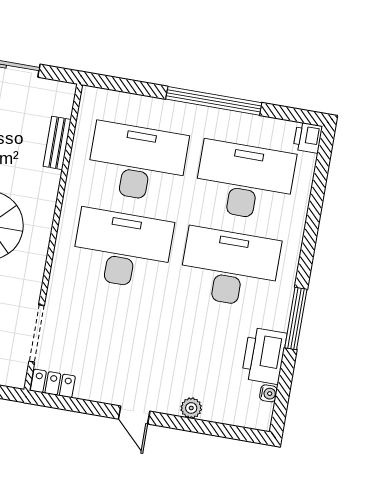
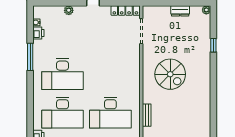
desk: (122, 249) -> (110, 74), removed
printer: (264, 356) -> (38, 33), width x0.53, depth x0.68
locker: (53, 383) -> (125, 11), width x1.53

